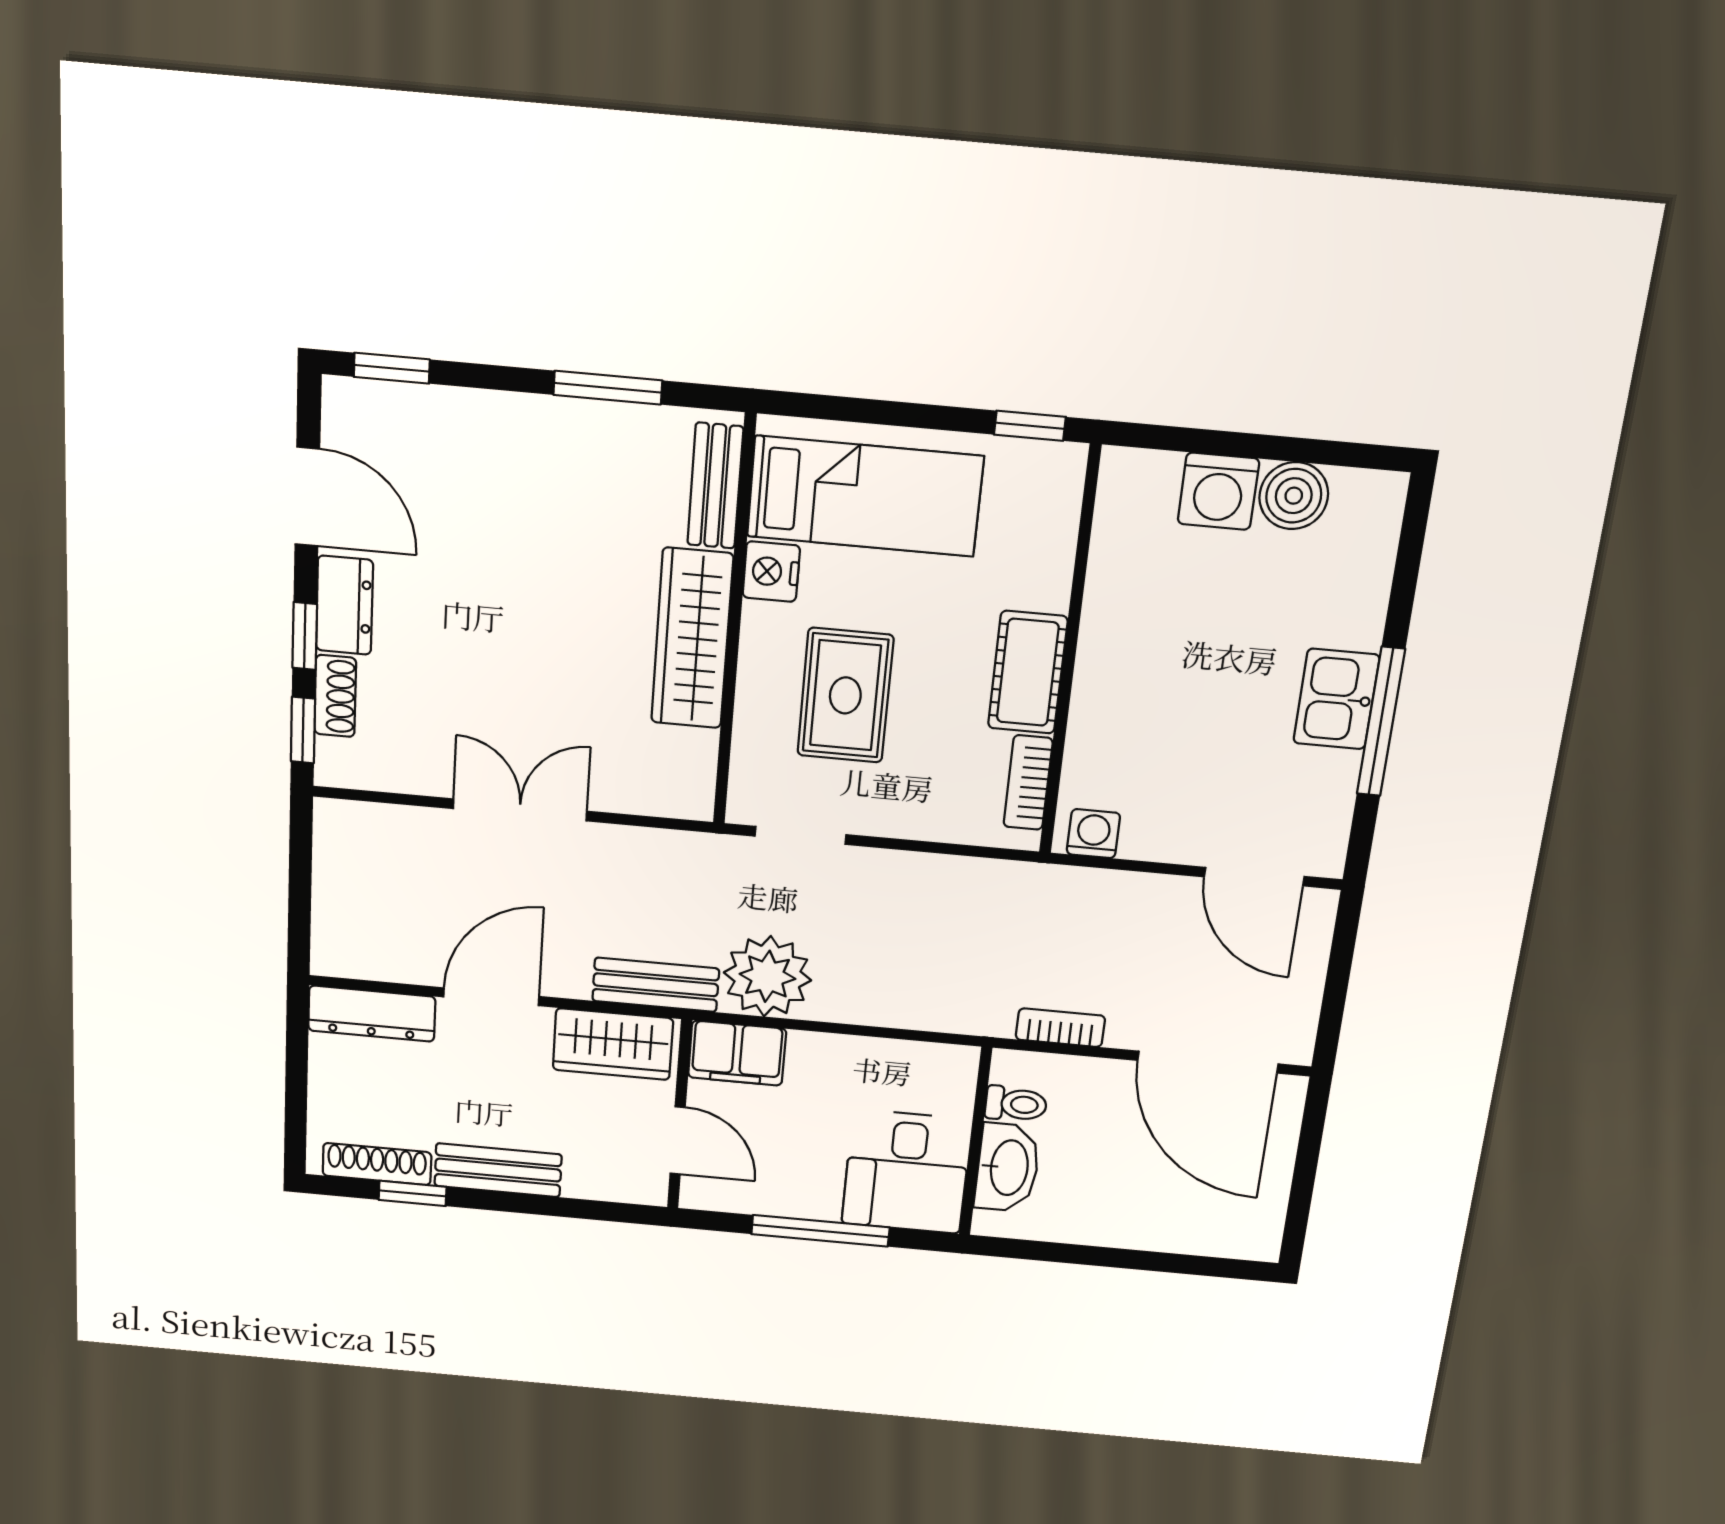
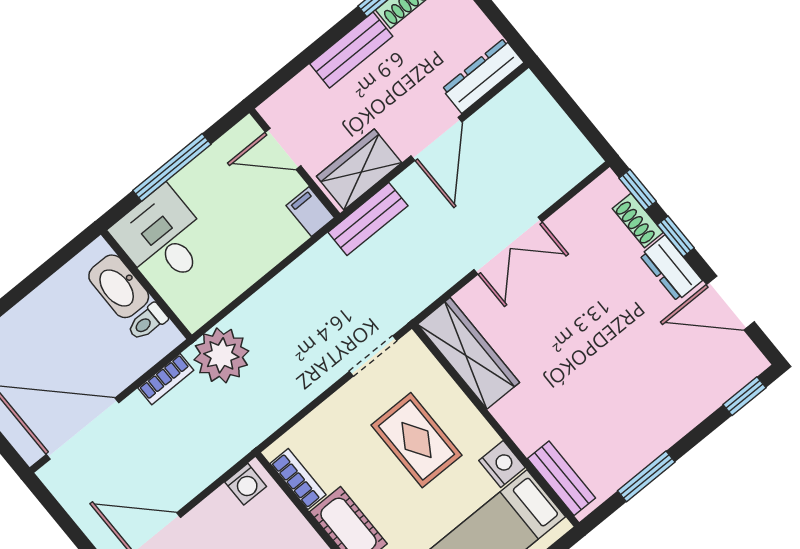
wardrobe: (692, 638) -> (469, 353), moved
plant: (767, 976) -> (221, 355), moved
filing cabinet: (737, 1053) -> (310, 212), width x0.50

